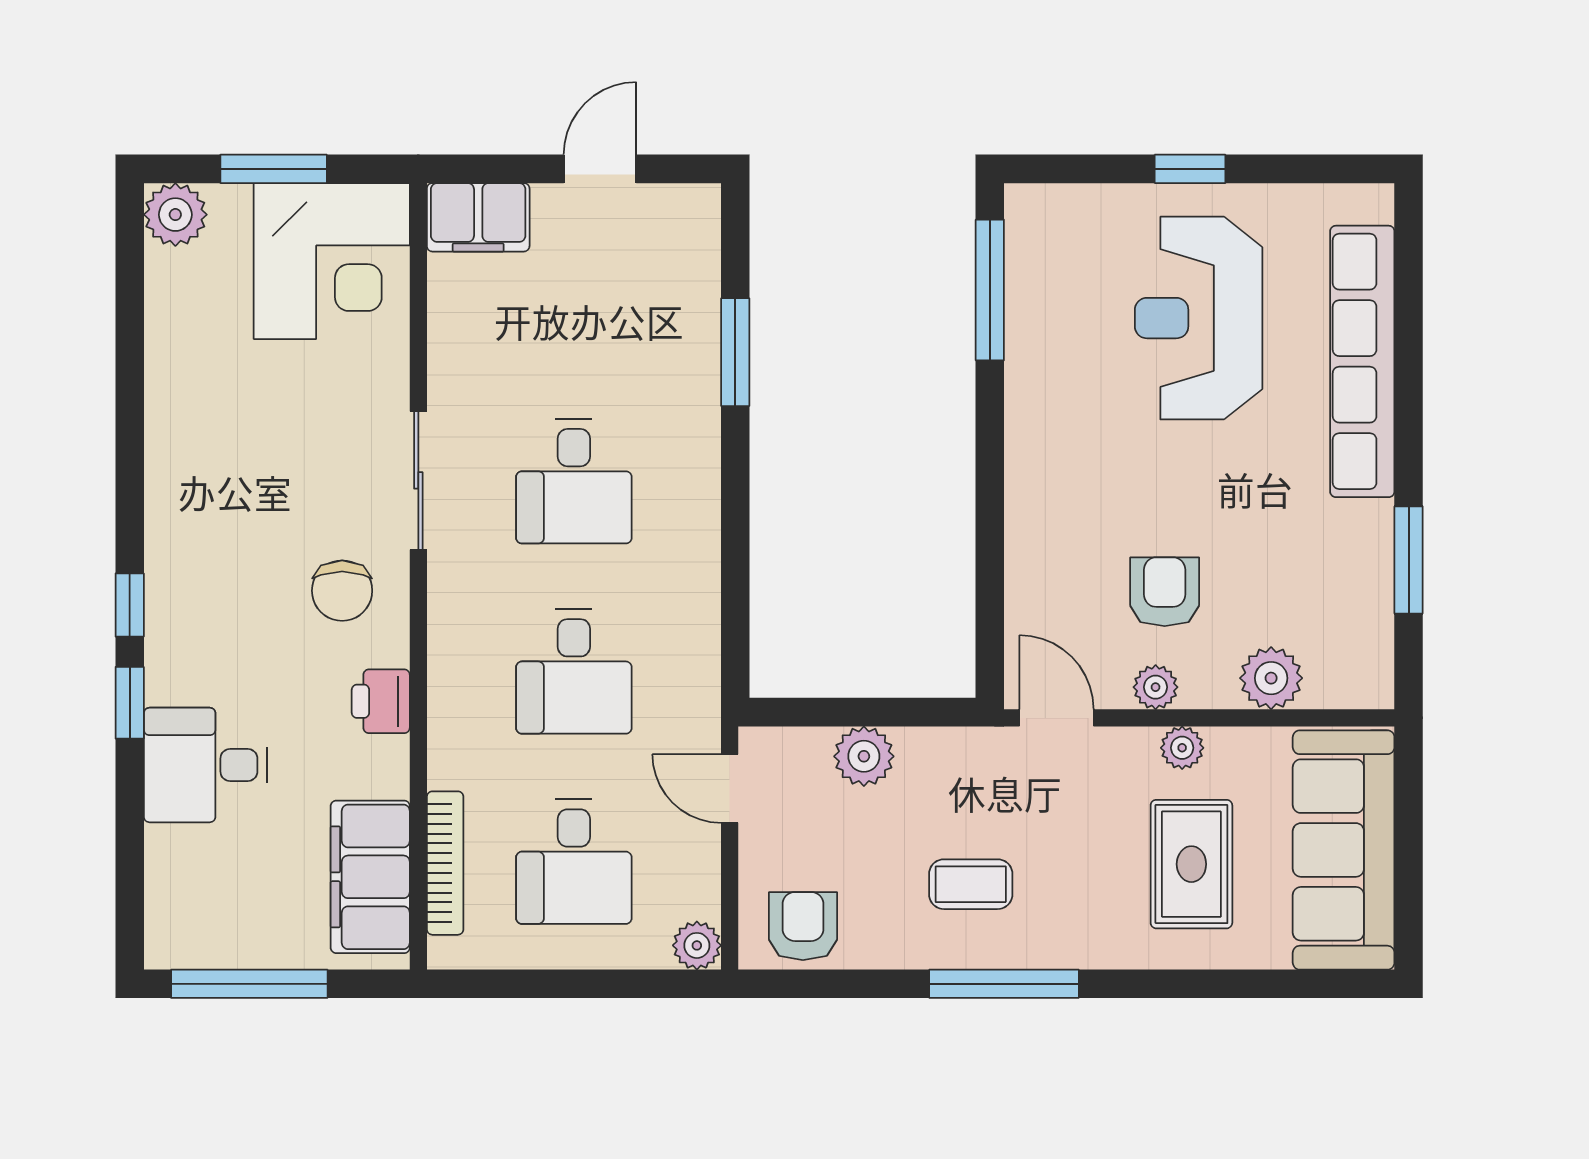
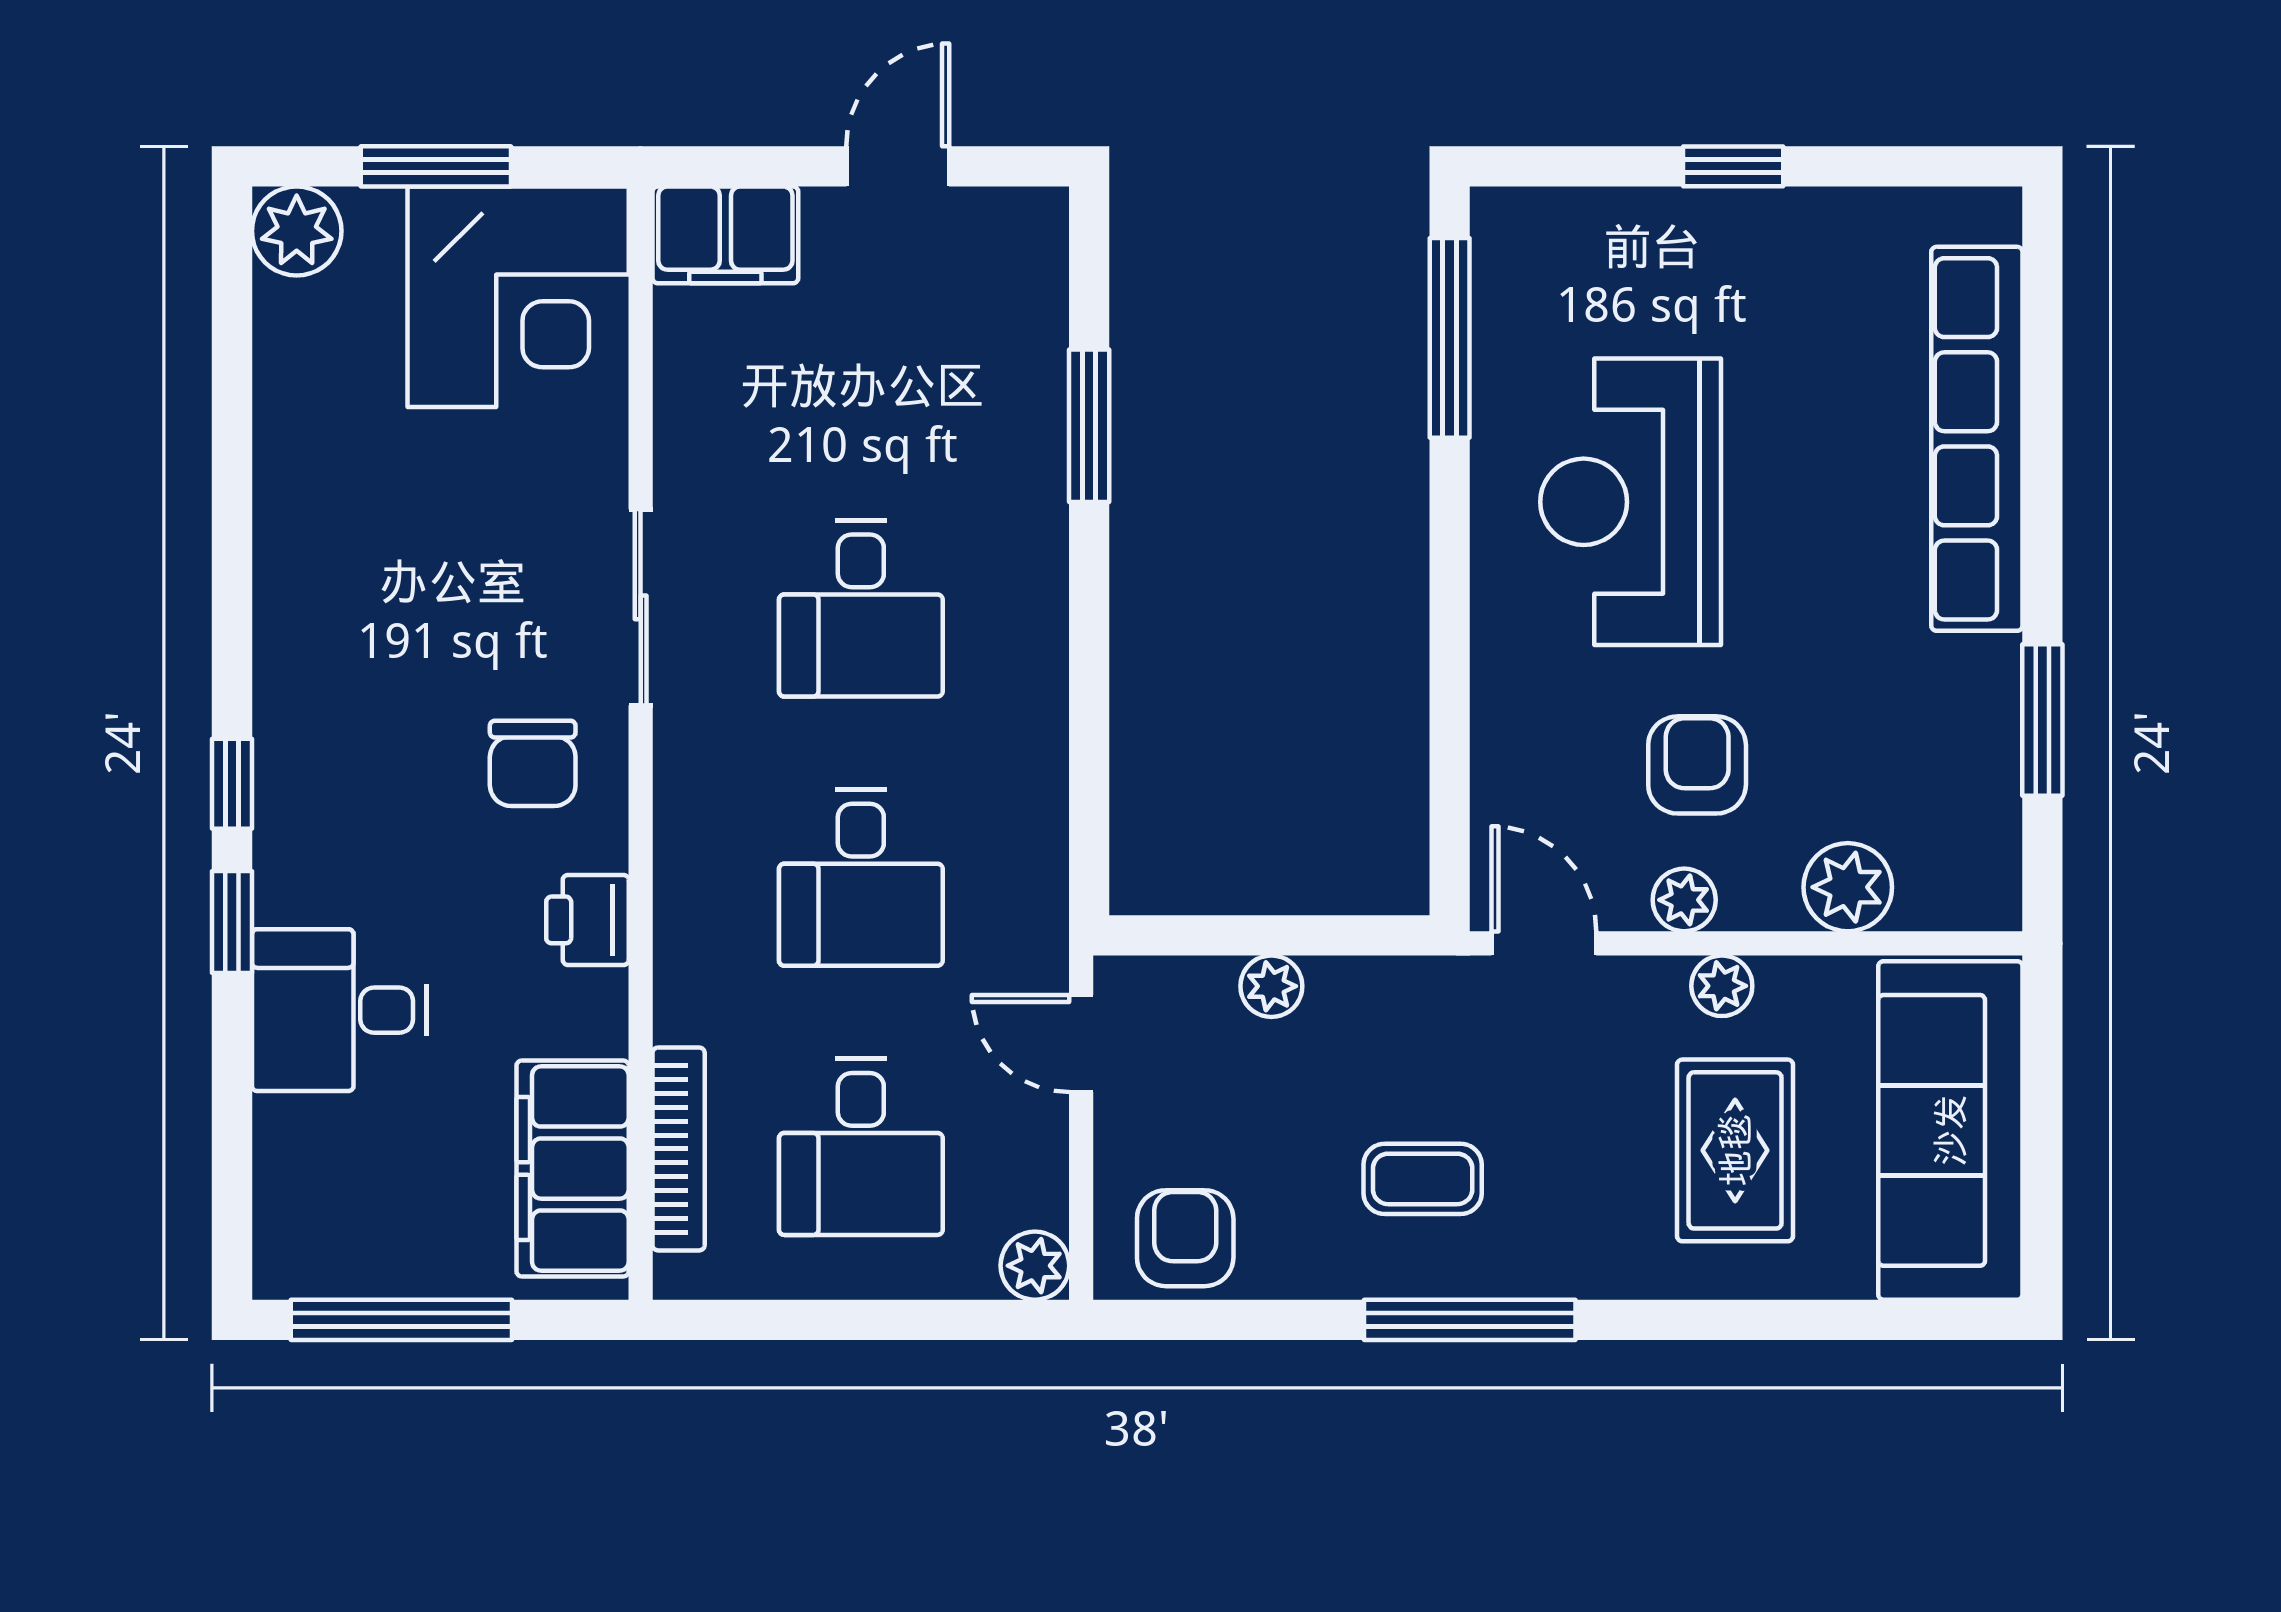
reception desk: (1199, 318) -> (1631, 502), moved
plant: (864, 756) -> (1271, 986), width x0.73, depth x0.73

